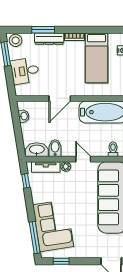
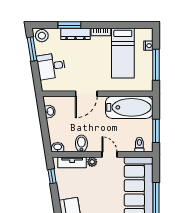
washbasin: (37, 150) -> (58, 147), width x0.52, depth x0.69

